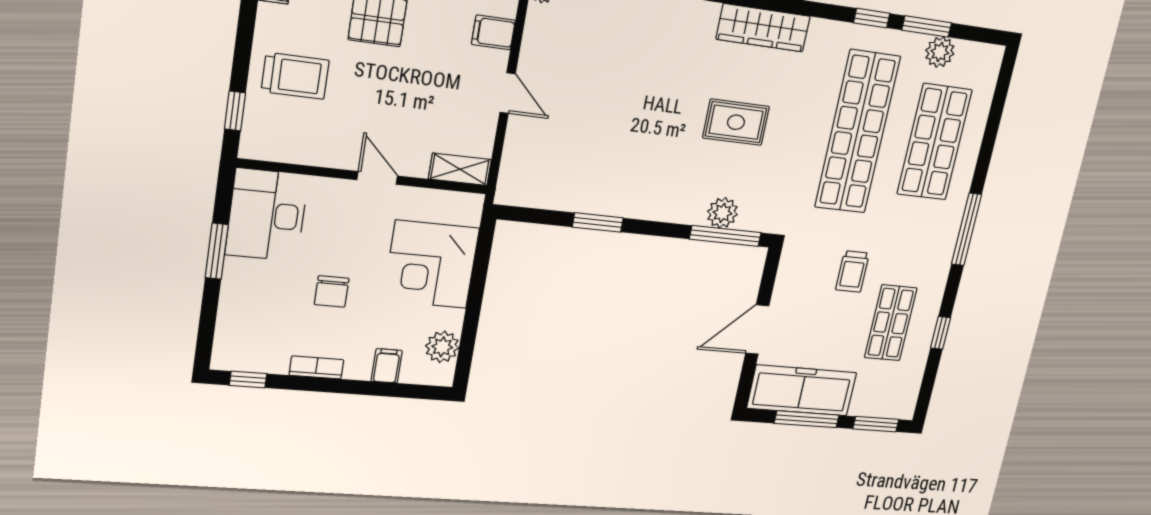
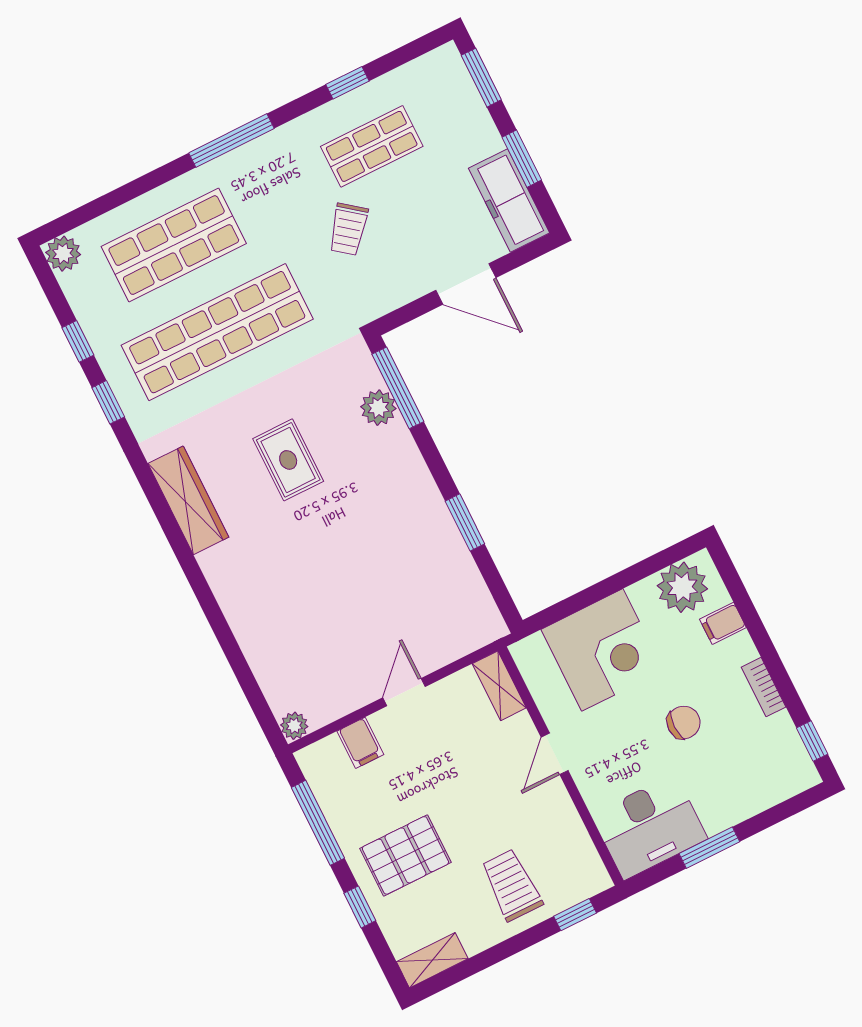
window: (927, 27) -> (78, 341), width x0.67
plant: (940, 52) -> (63, 254), moved
trolley: (852, 272) -> (348, 229), turned 128
plant: (442, 347) -> (682, 587), width x1.36, depth x1.36
freezer: (802, 390) -> (509, 201), width x0.73, depth x0.79
window: (807, 419) -> (522, 159), width x0.69

